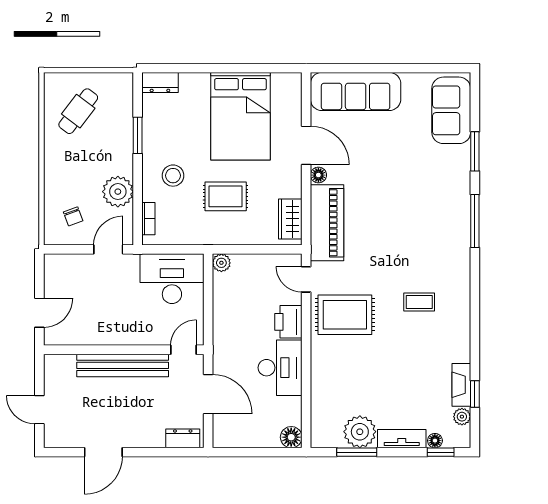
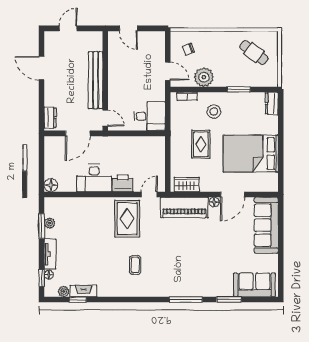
plant: (221, 263) -> (159, 142), removed
desk: (172, 279) -> (150, 116), width x0.73
plant: (360, 432) -> (50, 223), width x0.53, depth x0.53

